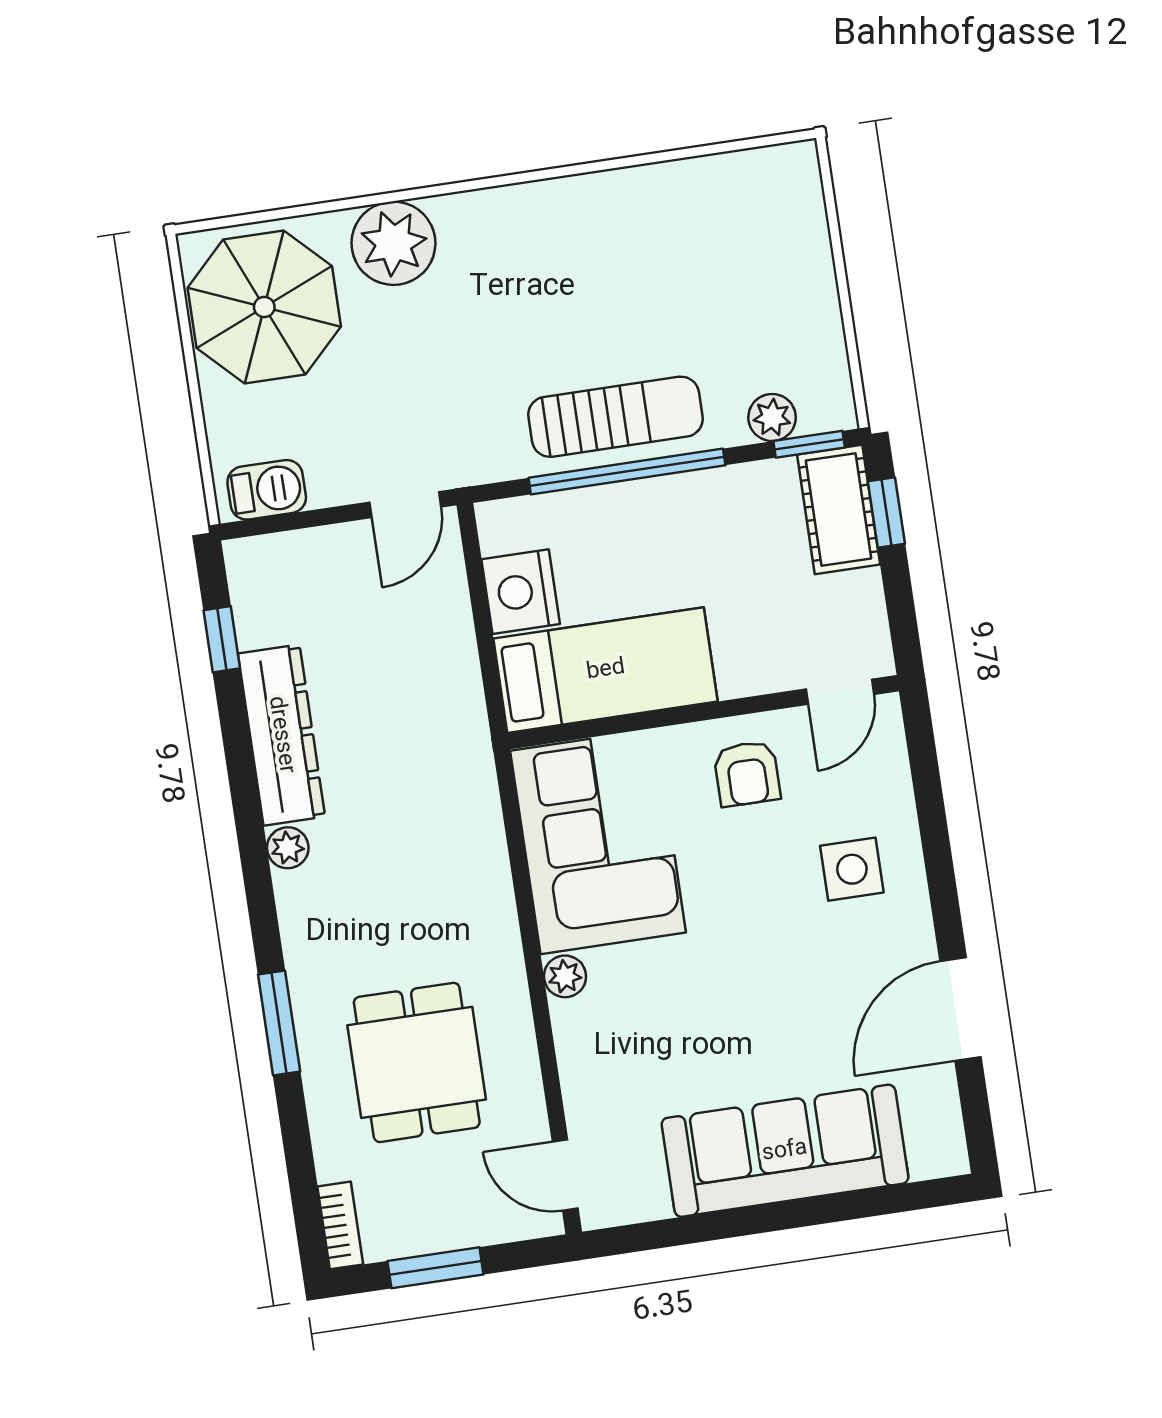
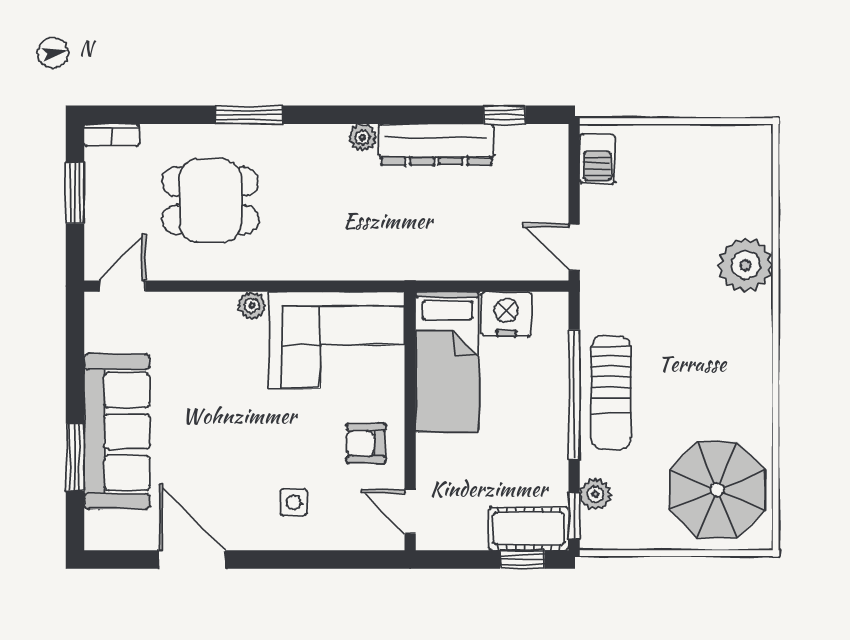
parasol: (264, 307) -> (717, 490), moved
side table: (852, 869) -> (294, 502), width x0.73, depth x0.73
window: (833, 1208) -> (75, 457), added

